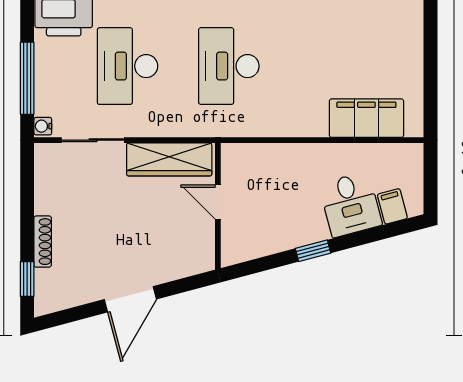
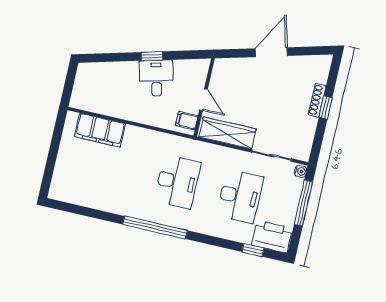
desk: (350, 204) -> (156, 78), moved
filing cabinet: (392, 206) -> (187, 121), moved, turned 105
window: (27, 279) -> (326, 108), moved

